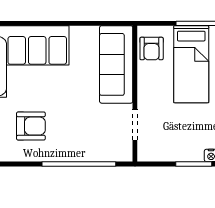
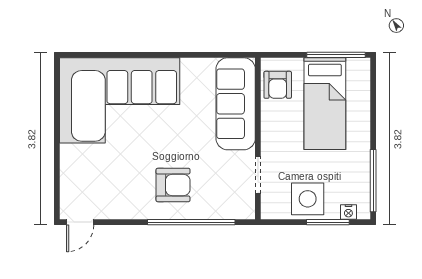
armchair: (31, 126) -> (173, 185), moved
side table: (177, 144) -> (308, 199), added

